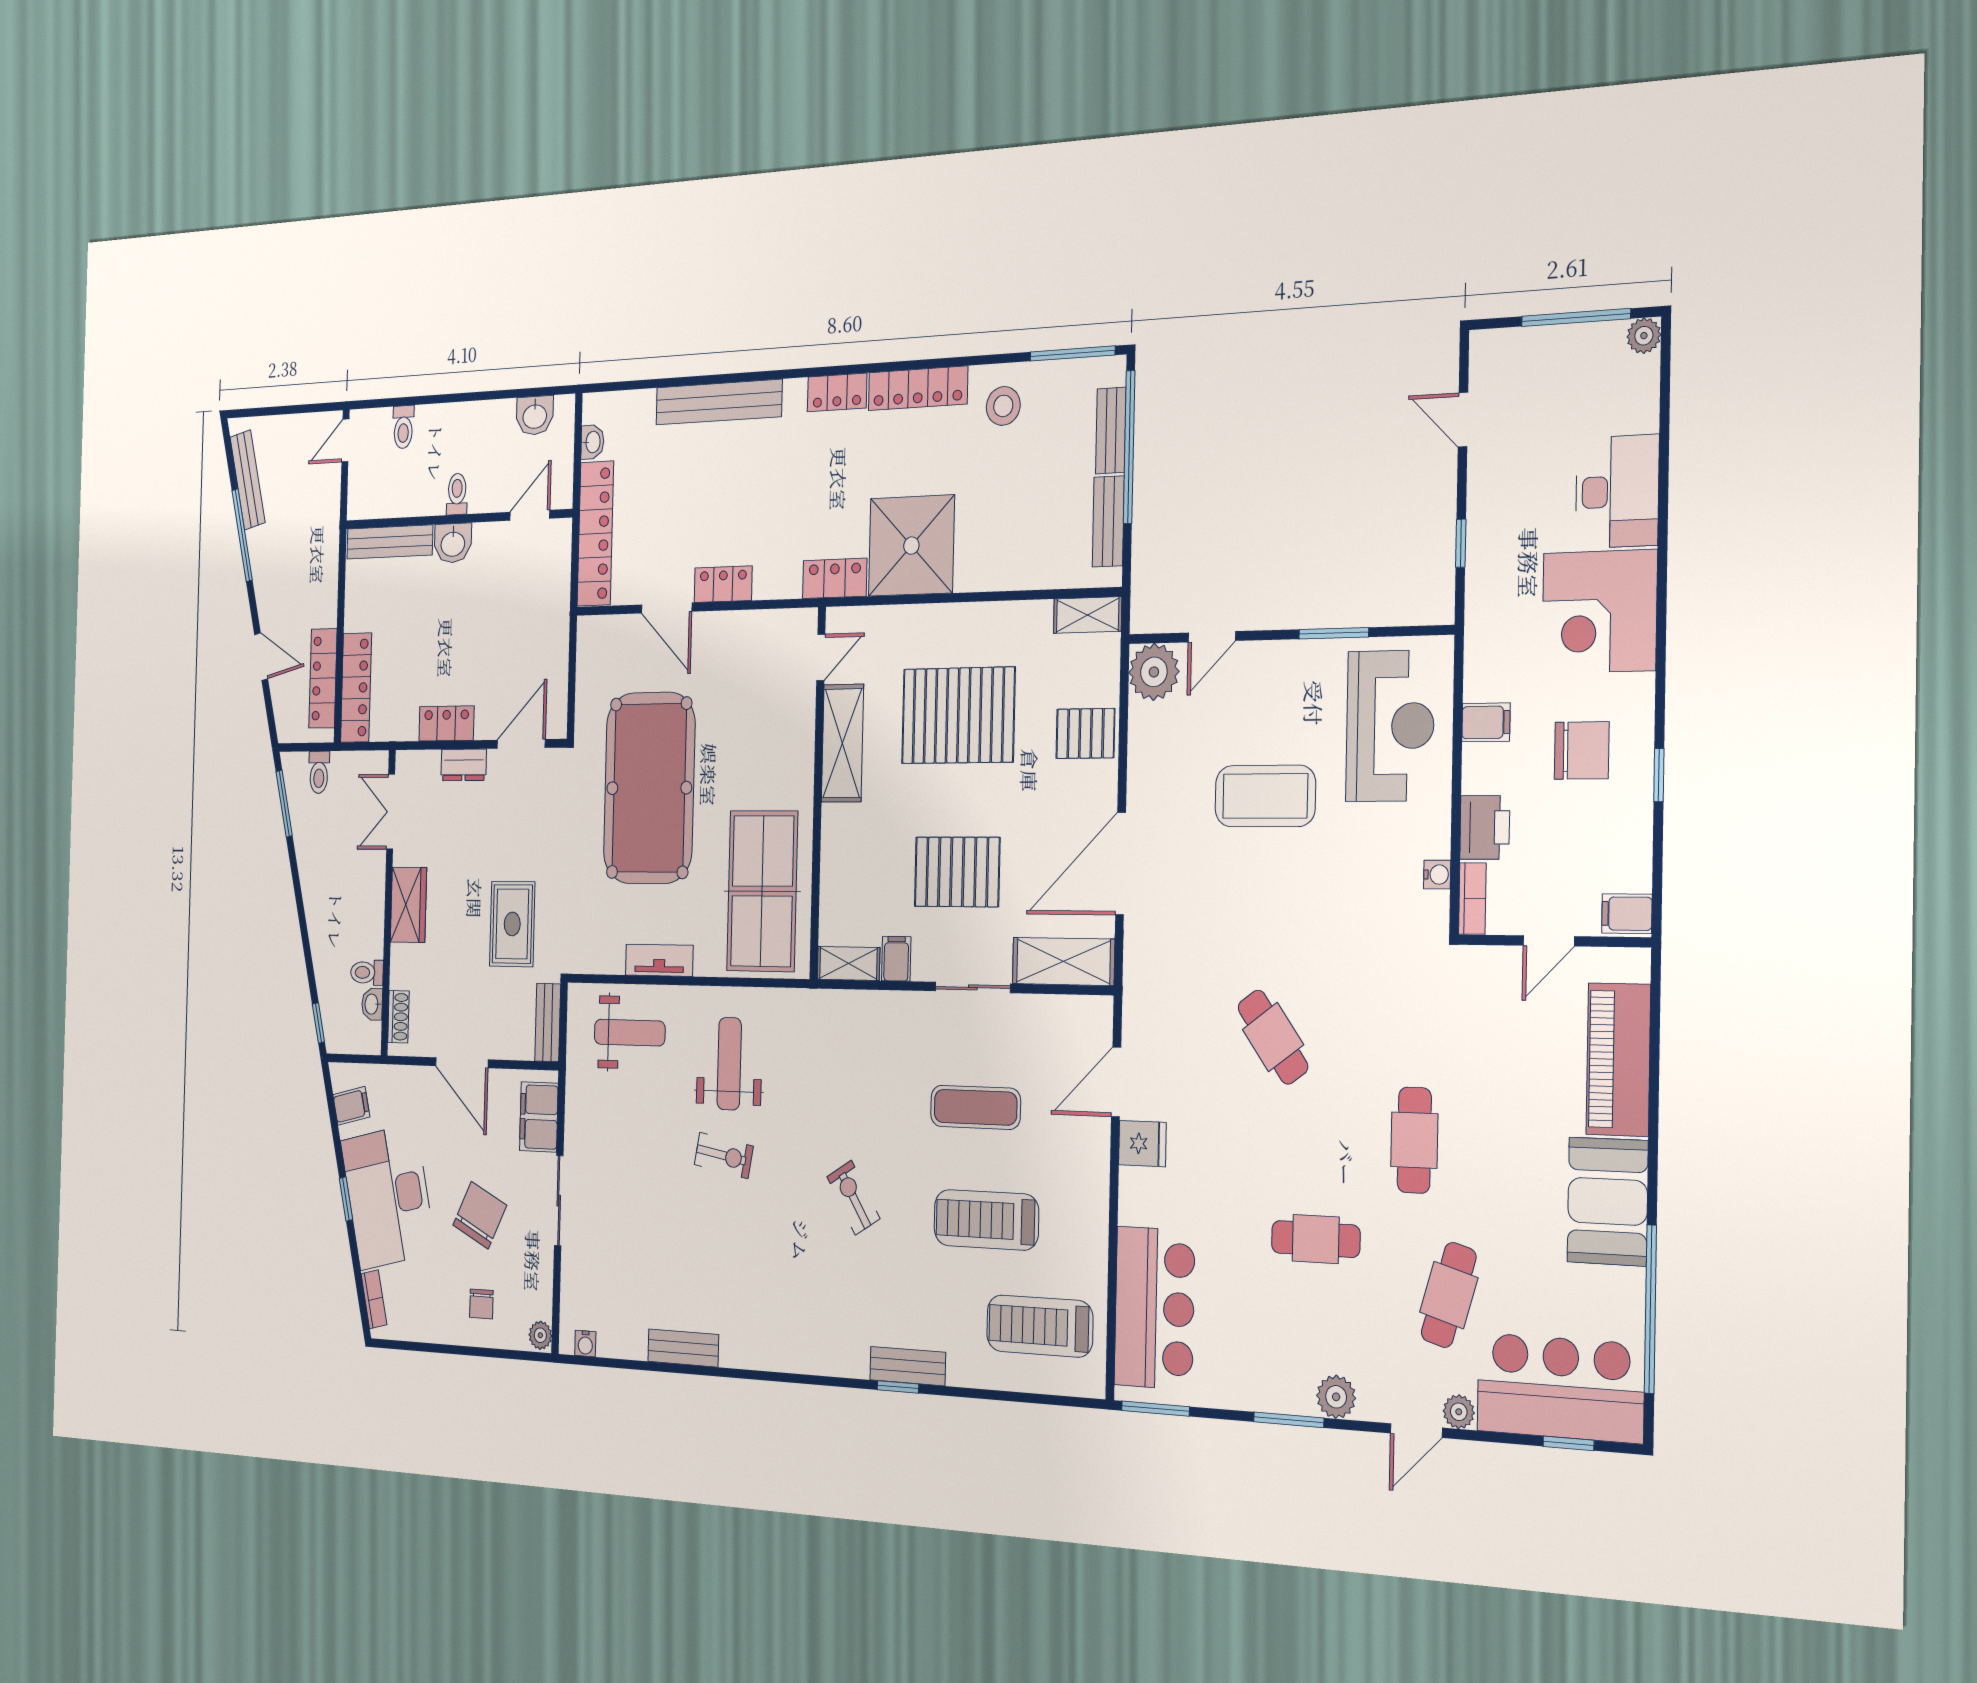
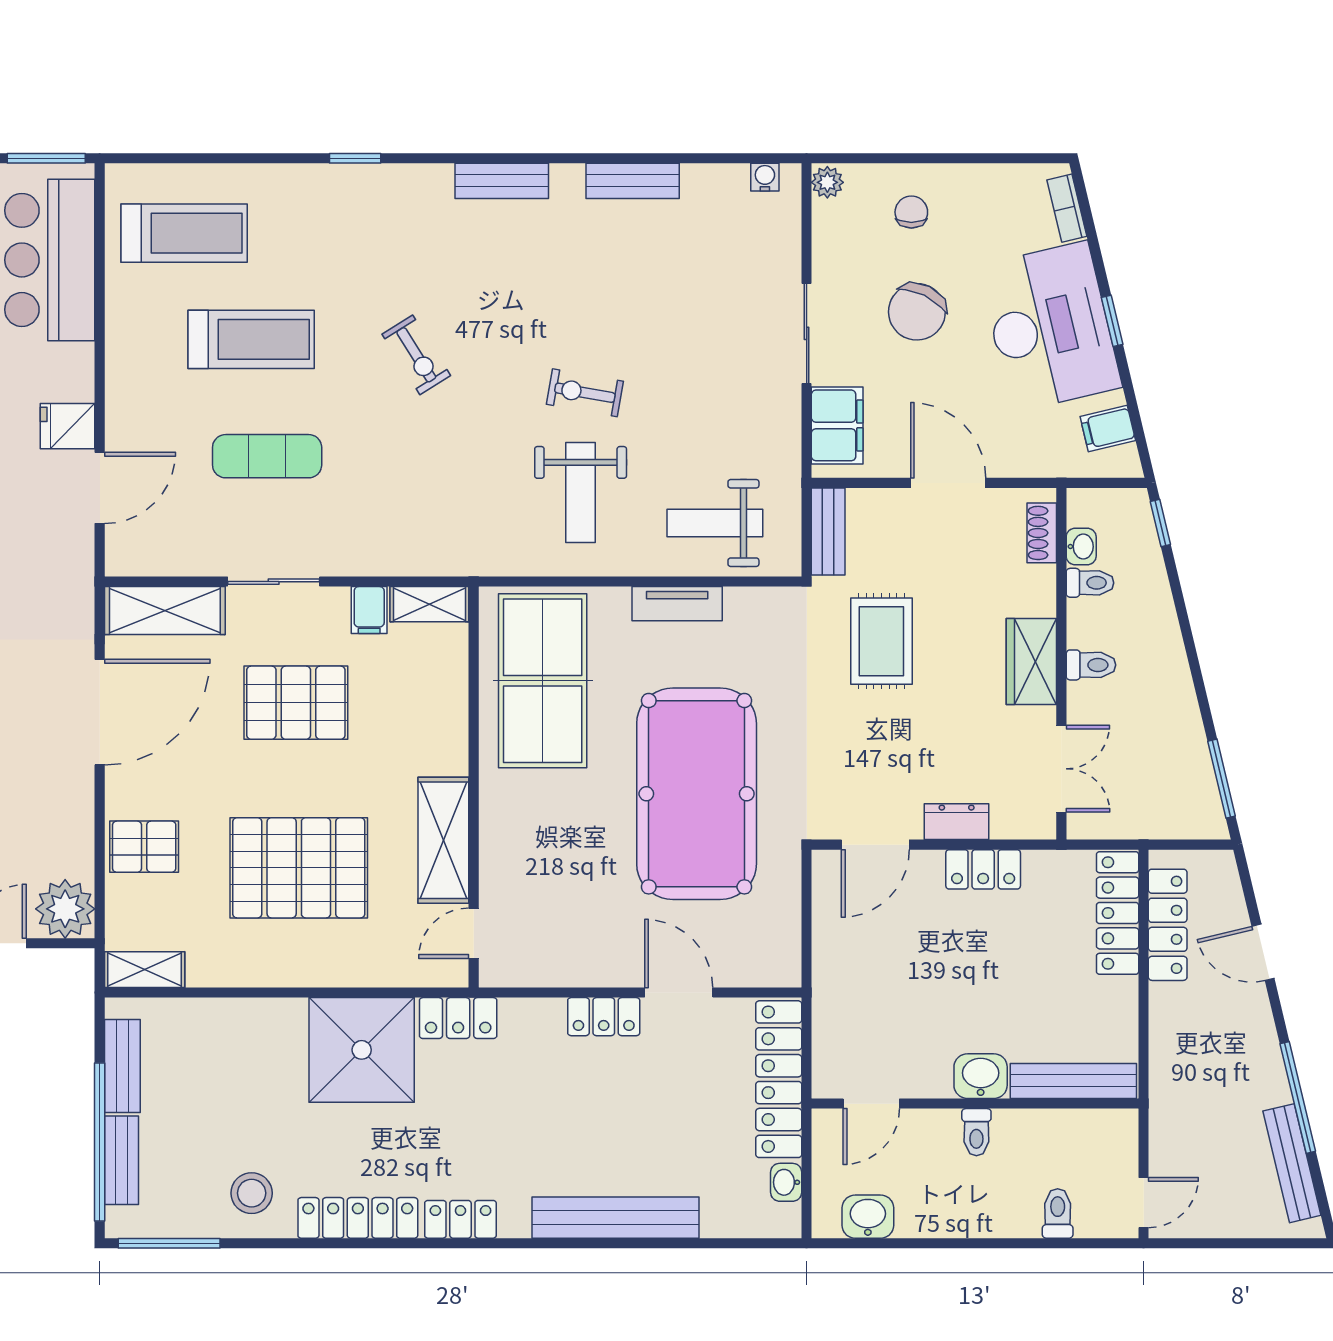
toilet: (319, 772) -> (1091, 665), moved, turned 90
bench: (908, 1366) -> (502, 181), moved

